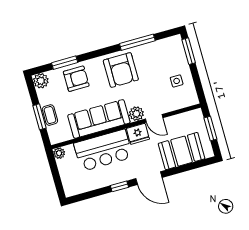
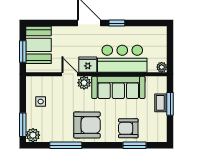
armchair: (121, 70) -> (87, 125), turned 90
plant: (41, 81) -> (33, 135), moved
booth: (182, 151) -> (39, 45), moved, turned 90

